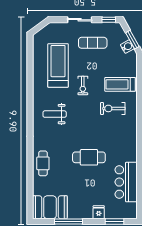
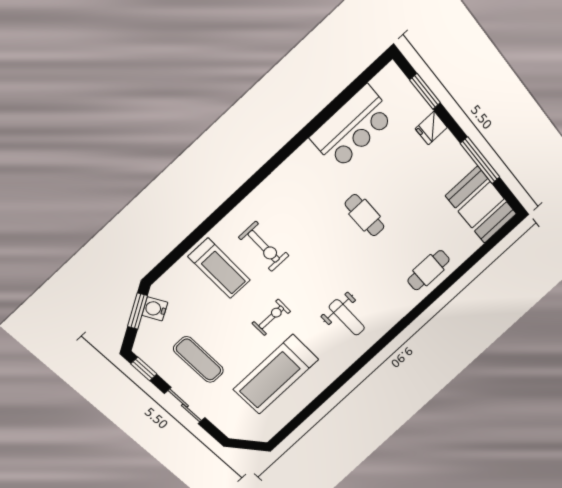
cafe table: (89, 157) -> (365, 215), width x0.73, depth x0.74

